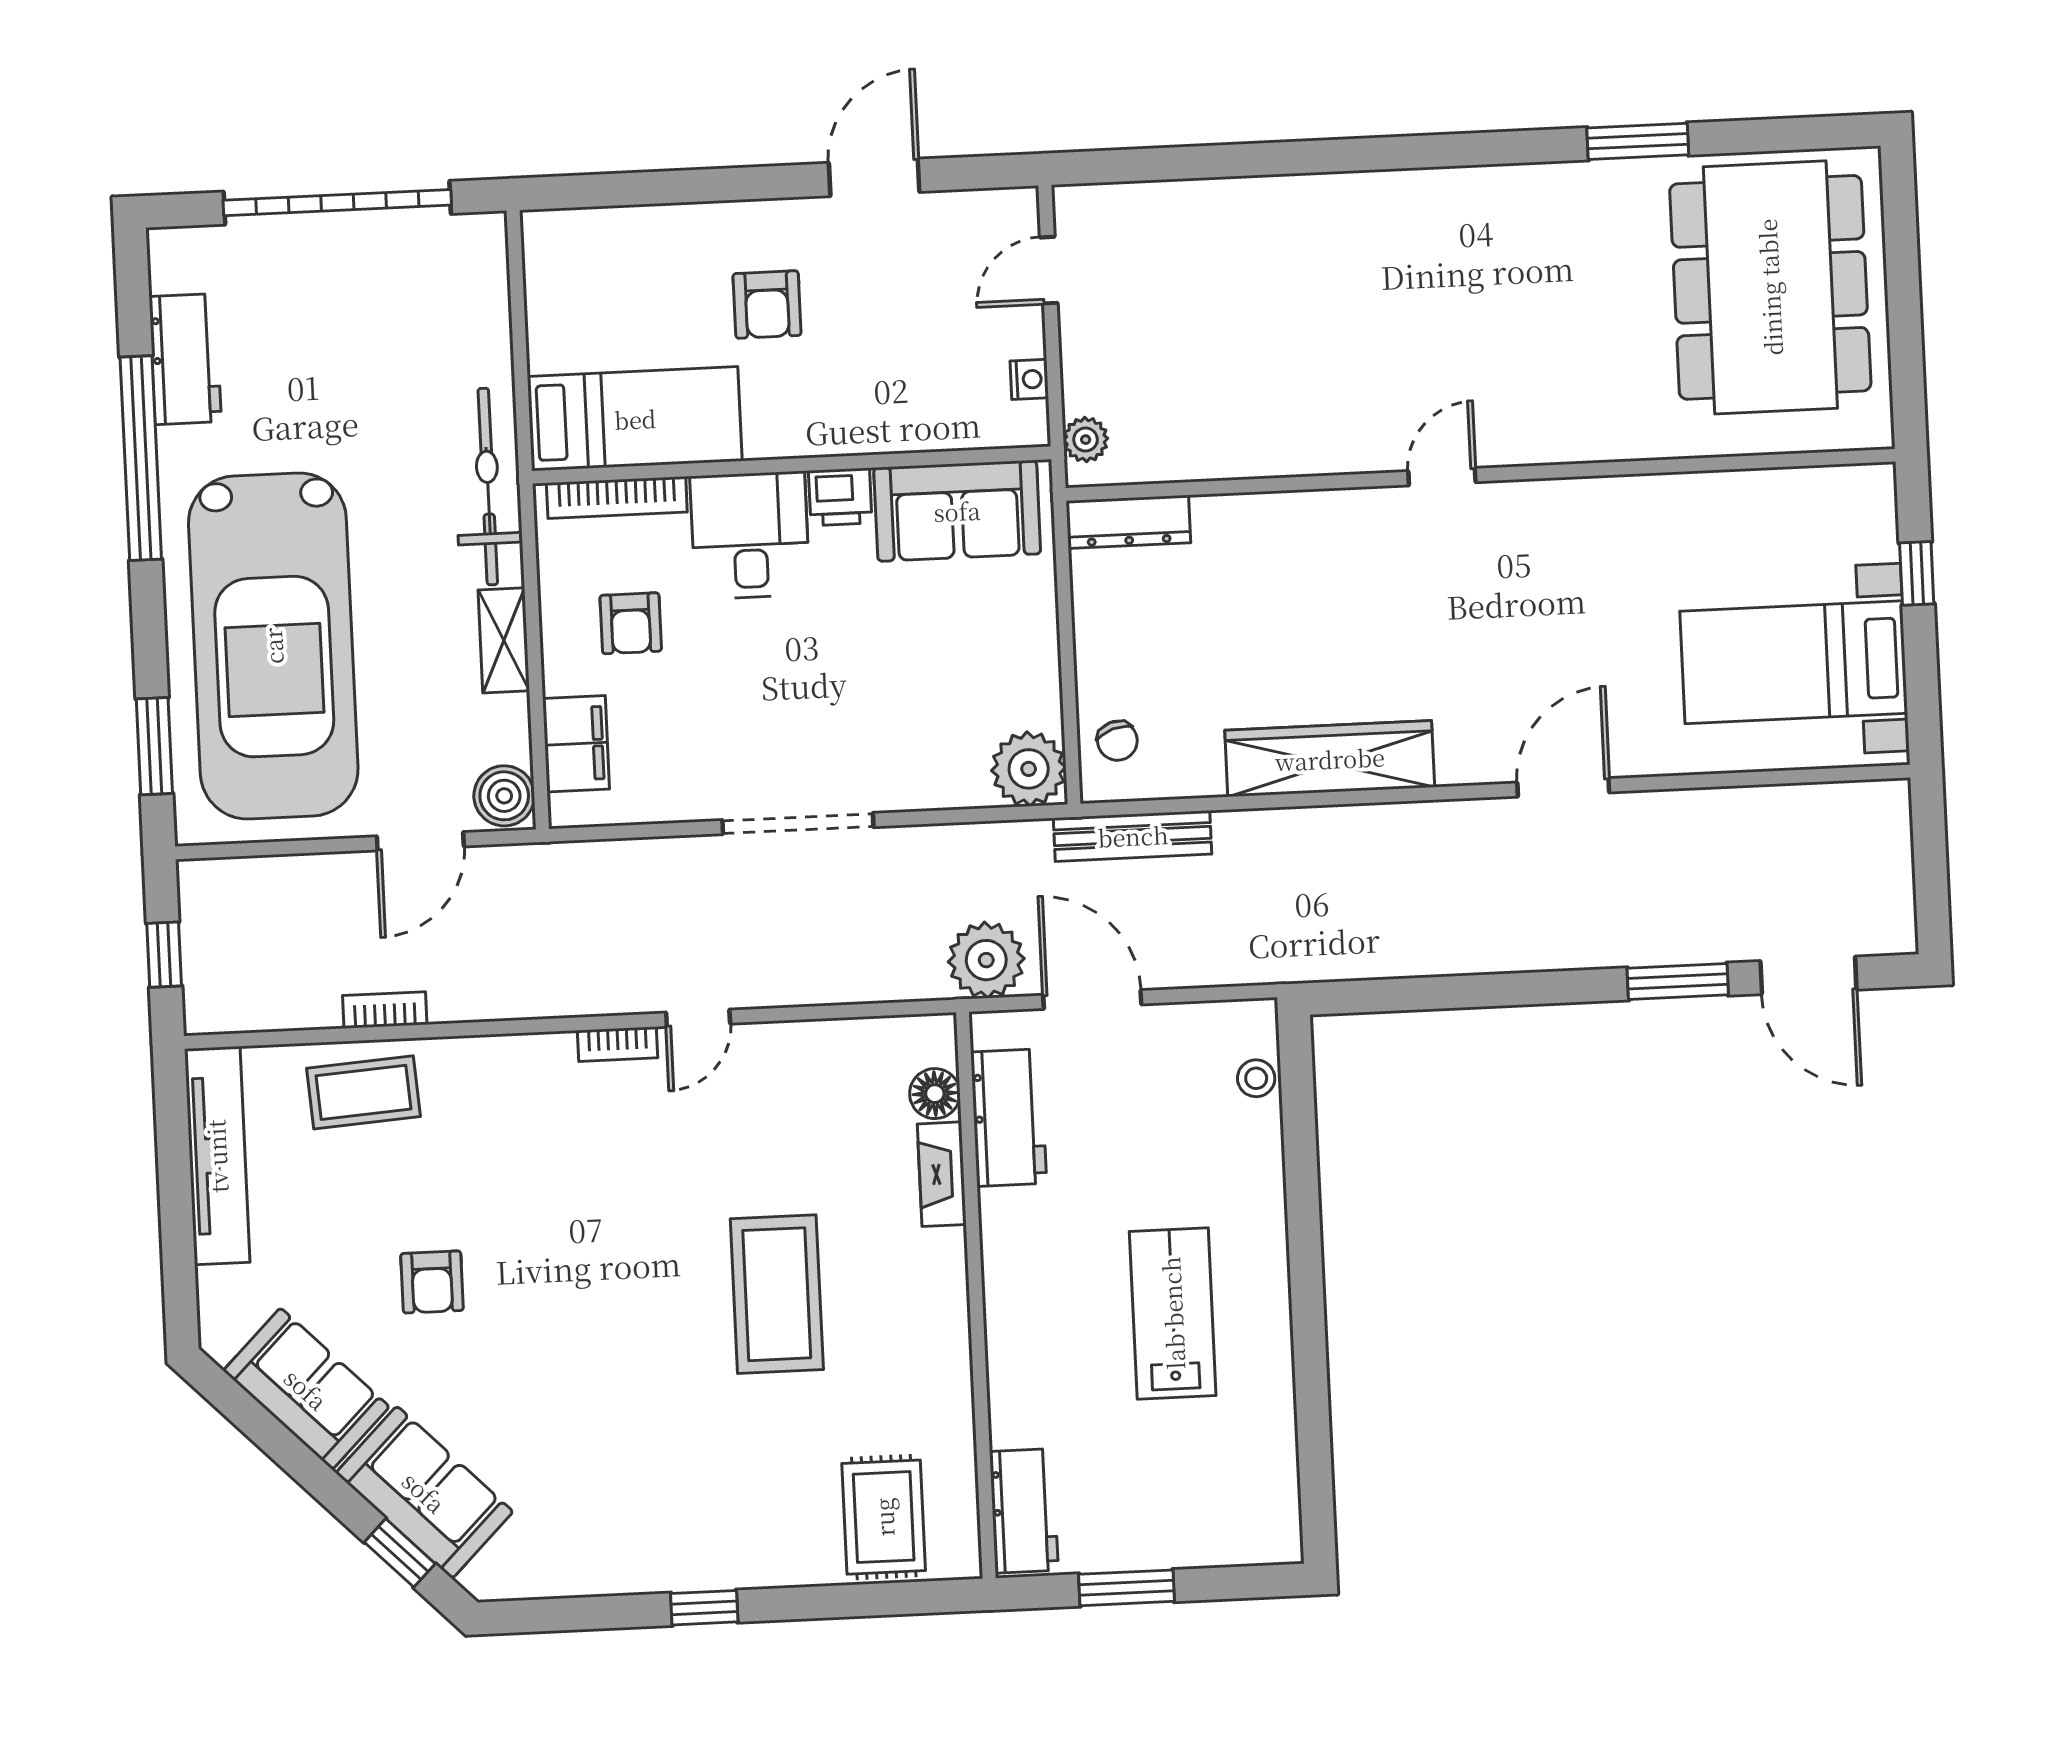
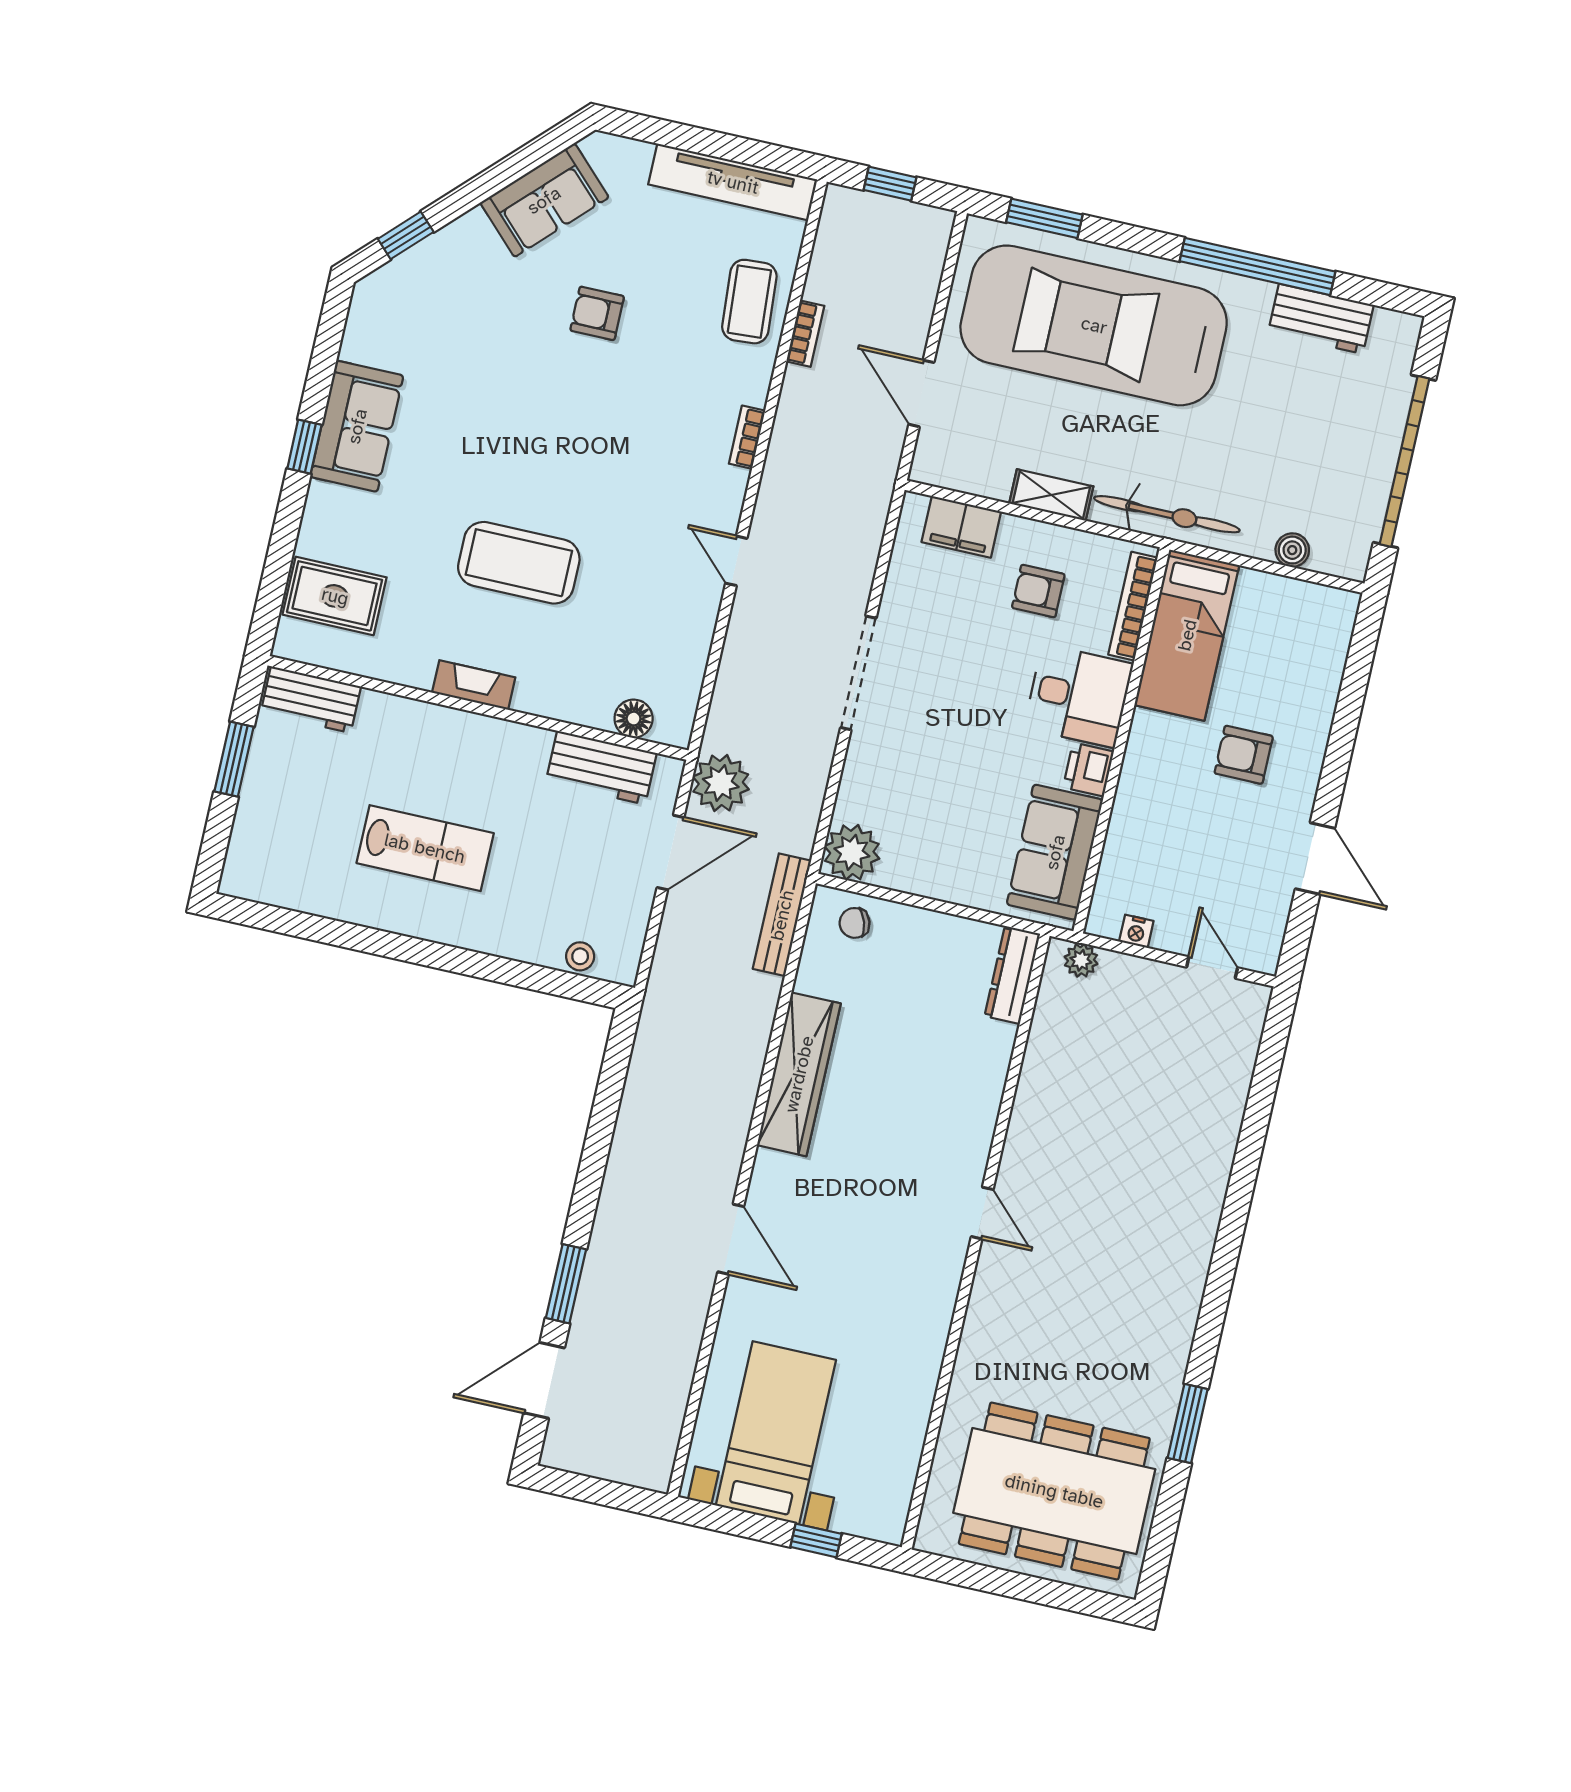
boiler: (504, 796) -> (1292, 550), moved, width x0.73, depth x0.73
bookcase: (618, 1044) -> (747, 437), moved
fireplace: (942, 1174) -> (474, 685), moved
sofa: (424, 1492) -> (357, 426), moved, turned -45

